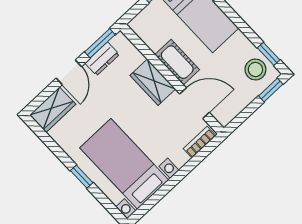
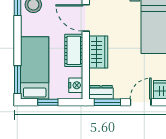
nightstand: (145, 31) -> (76, 85), added
dresser: (102, 59) -> (101, 92), moved

